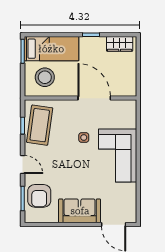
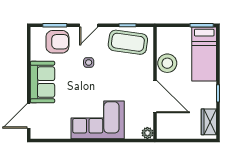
stool: (45, 77) -> (167, 63), moved
door: (94, 98) -> (155, 97), hinge flipped
plant: (131, 106) -> (147, 133), added
side table: (84, 137) -> (89, 62), moved
armchair: (39, 196) -> (57, 42), turned 180

